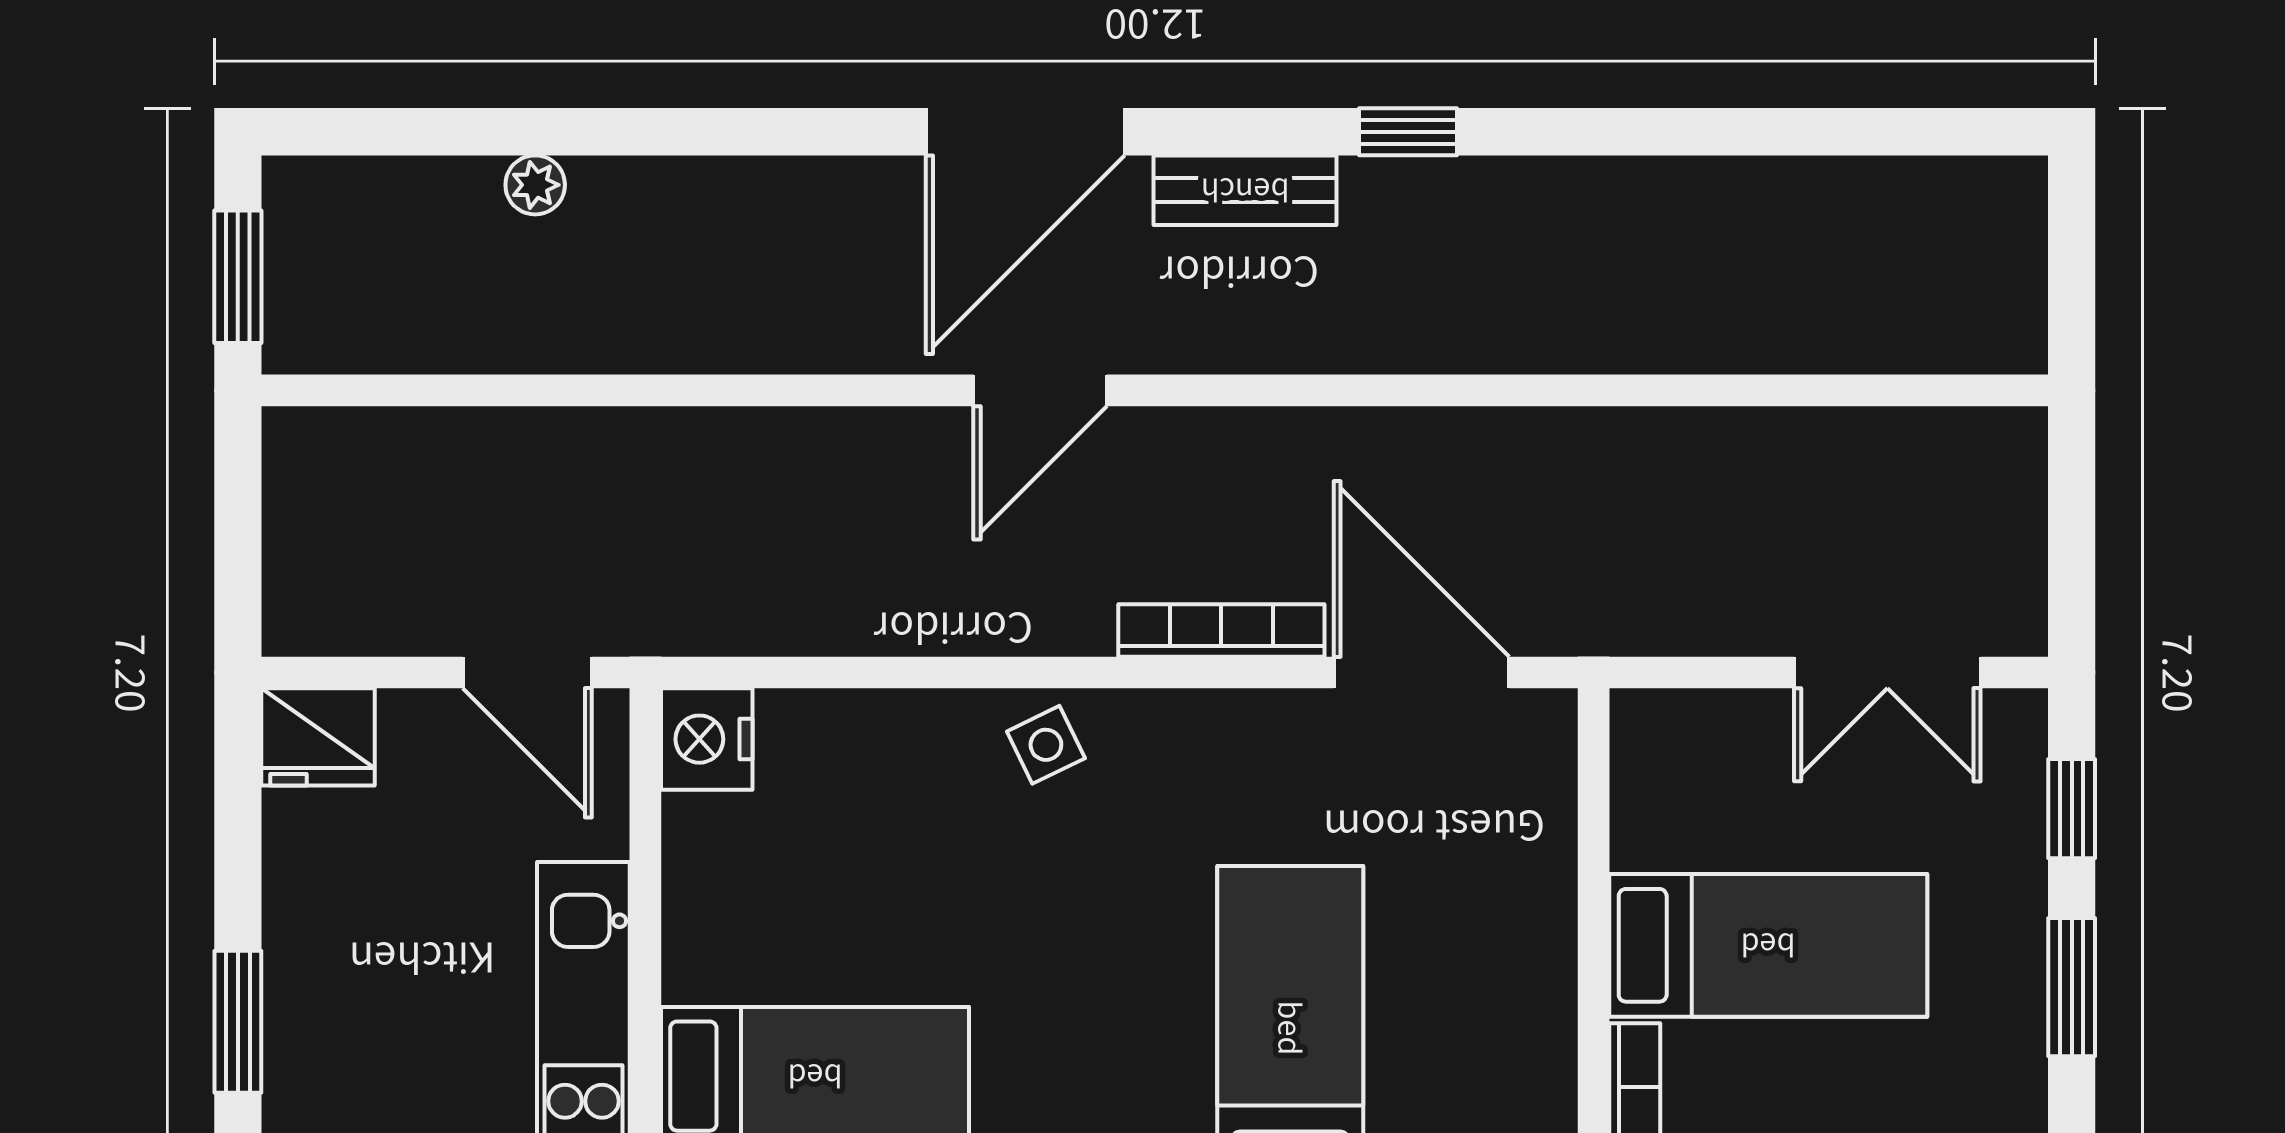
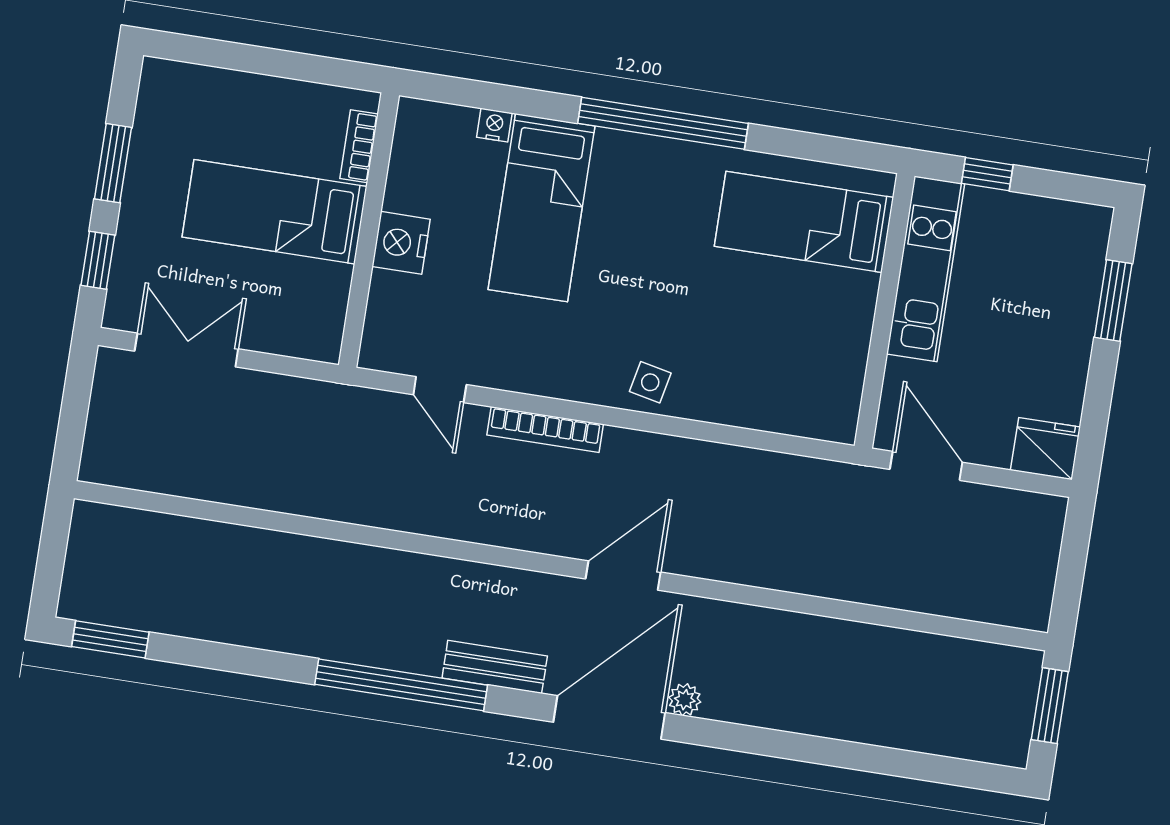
window: (1408, 132) -> (401, 685), width x3.17
window: (1943, 132) -> (110, 639), added
plant: (535, 185) -> (685, 700), moved
door: (1421, 673) -> (440, 390), width x0.53
nightstand: (707, 739) -> (401, 243), moved, turned 180
side table: (1046, 745) -> (650, 382), turned 38

